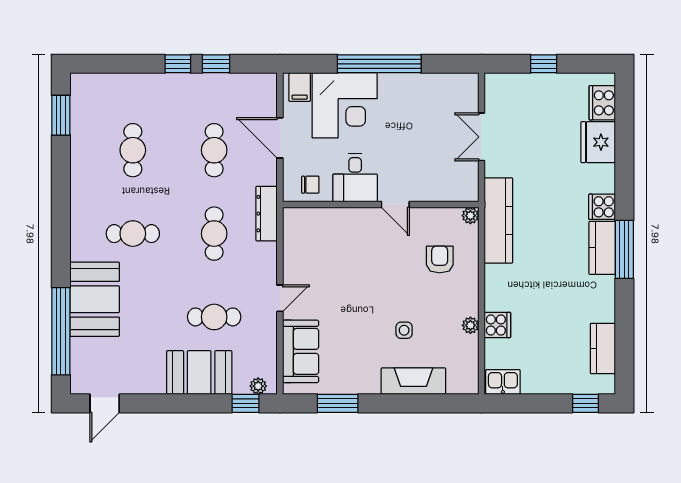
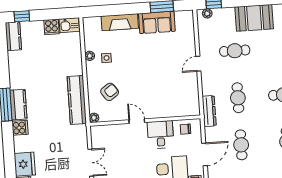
door: (280, 138) -> (204, 154), hinge flipped
kitchen counter: (498, 221) -> (77, 100), moved
armchair: (440, 259) -> (110, 92), turned -125
cooker: (497, 325) -> (51, 27), moved, turned -90
side table: (404, 330) -> (106, 58), moved
kitchen counter: (603, 348) -> (13, 36), moved
sofa: (301, 351) -> (157, 22), moved, turned -90
booth: (199, 373) -> (254, 18), moved

